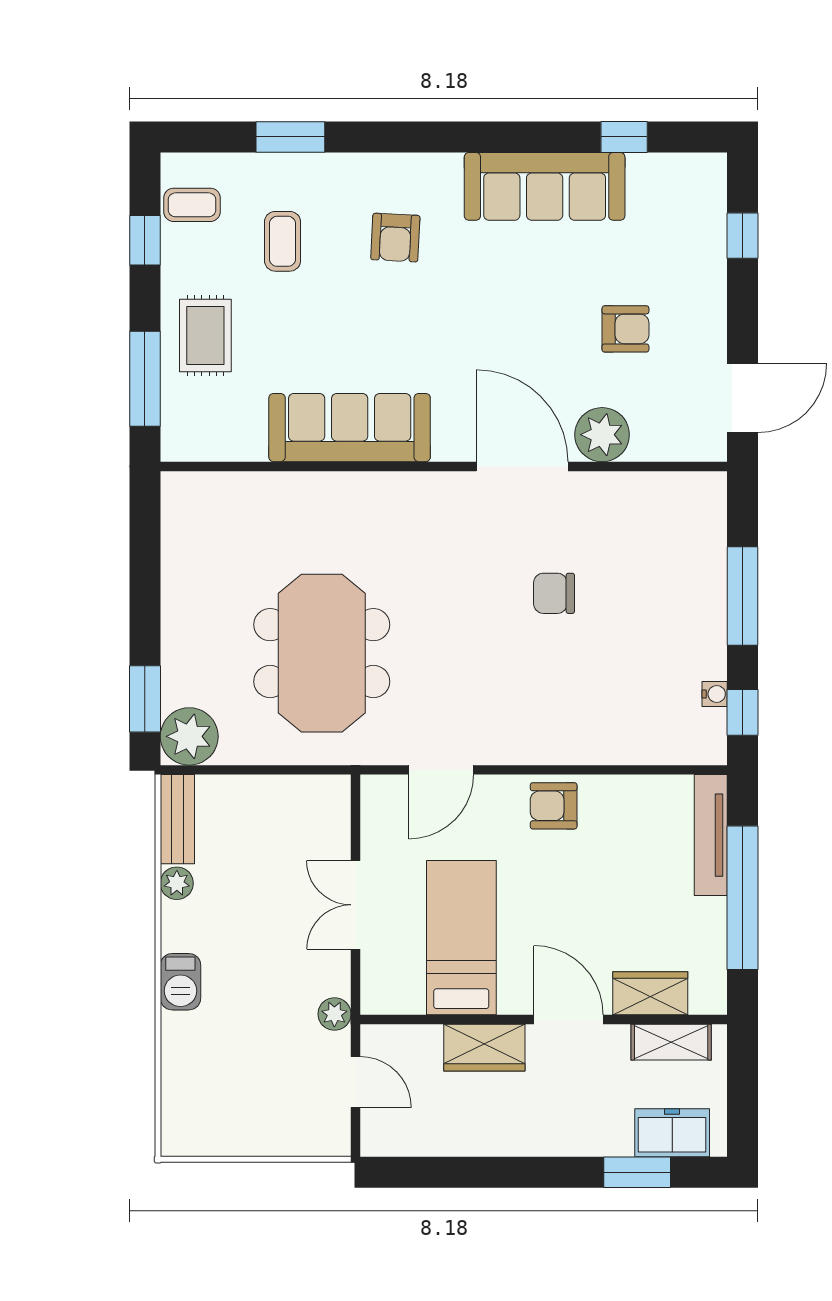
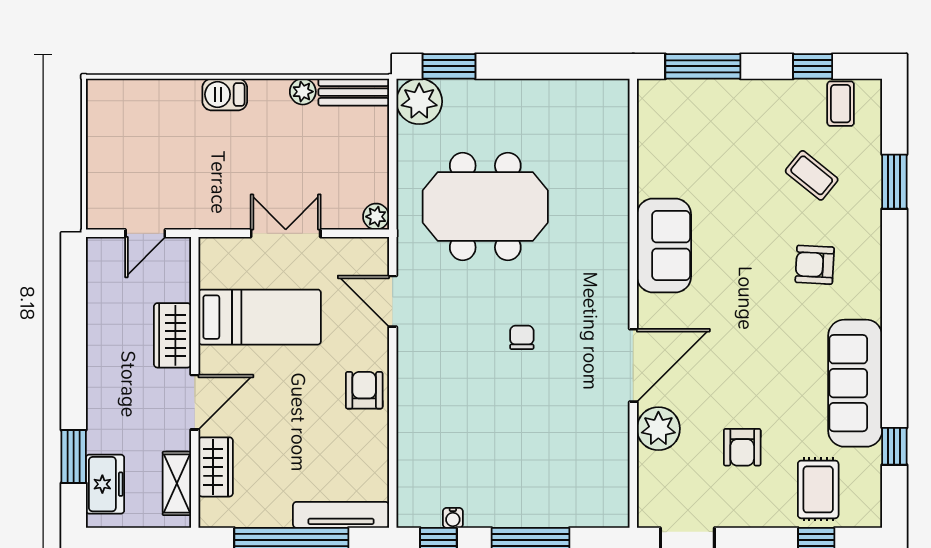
coffee table: (283, 241) -> (812, 175), turned 39
rug: (205, 336) -> (818, 489), moved, turned 90
sofa: (350, 428) -> (664, 245), width x0.73
chair: (554, 593) -> (522, 337), moved, width x0.73, depth x0.73
plant: (334, 1014) -> (376, 217), moved

